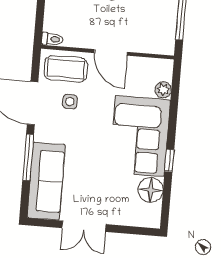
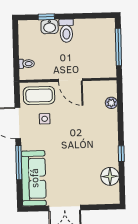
toilet: (52, 39) -> (27, 64), moved
corner sofa: (140, 136) -> (98, 138), removed

